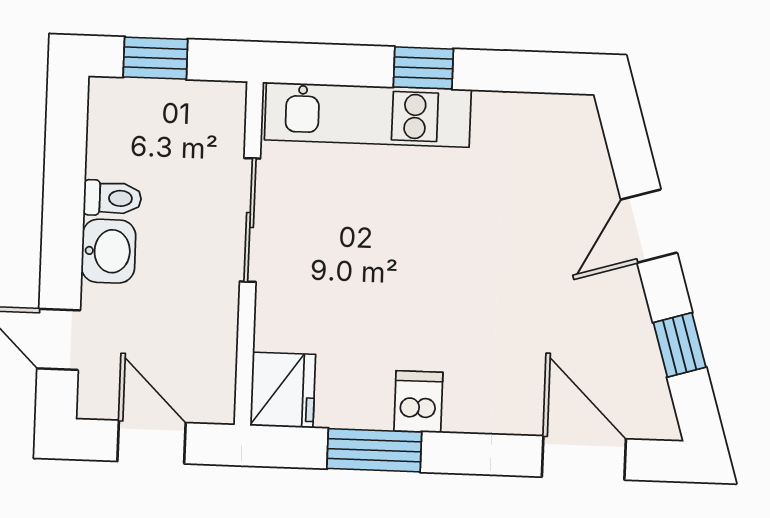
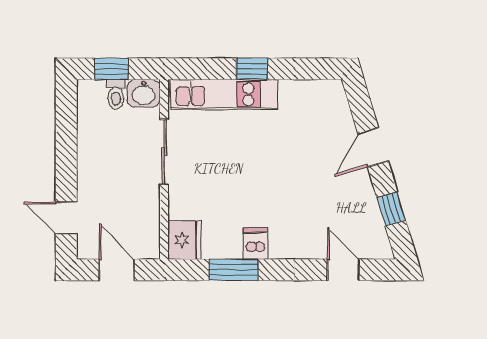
toilet: (112, 198) -> (116, 94), moved, turned 90
washbasin: (108, 251) -> (144, 93), moved, turned 90
door: (584, 458) -> (343, 270), width x0.73

